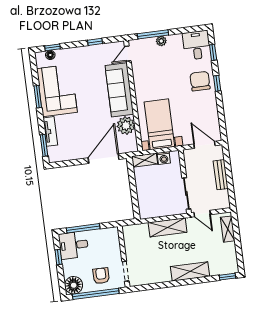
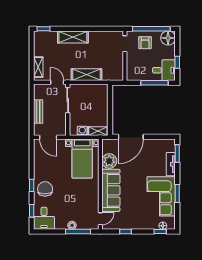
chair: (200, 81) -> (45, 189), turned 180

